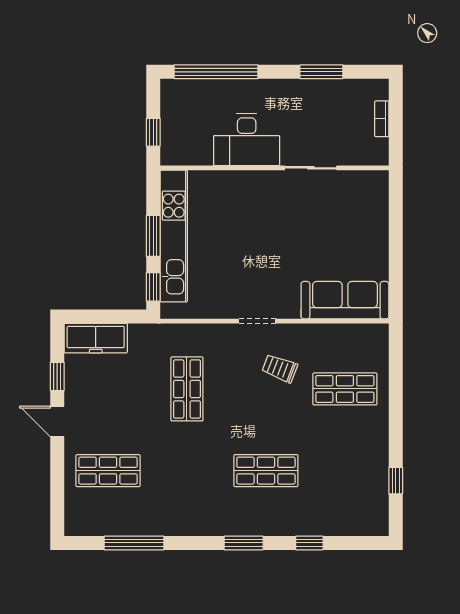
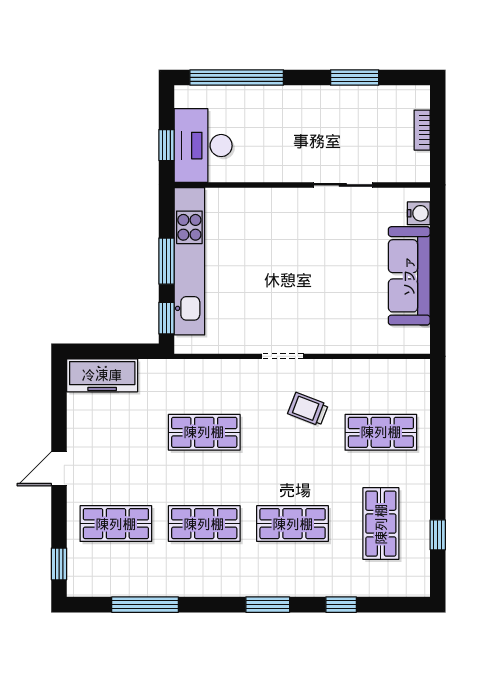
desk: (247, 140) -> (203, 146), moved, turned 90
water cooler: (379, 193) -> (419, 213), added
sofa: (345, 300) -> (409, 276), moved, turned -90
window: (57, 377) -> (59, 564), moved
shop shelf: (187, 389) -> (204, 432), turned 90
door: (57, 421) -> (59, 469), hinge flipped
shop shelf: (187, 471) -> (204, 524), added
shop shelf: (345, 471) -> (381, 524), added

